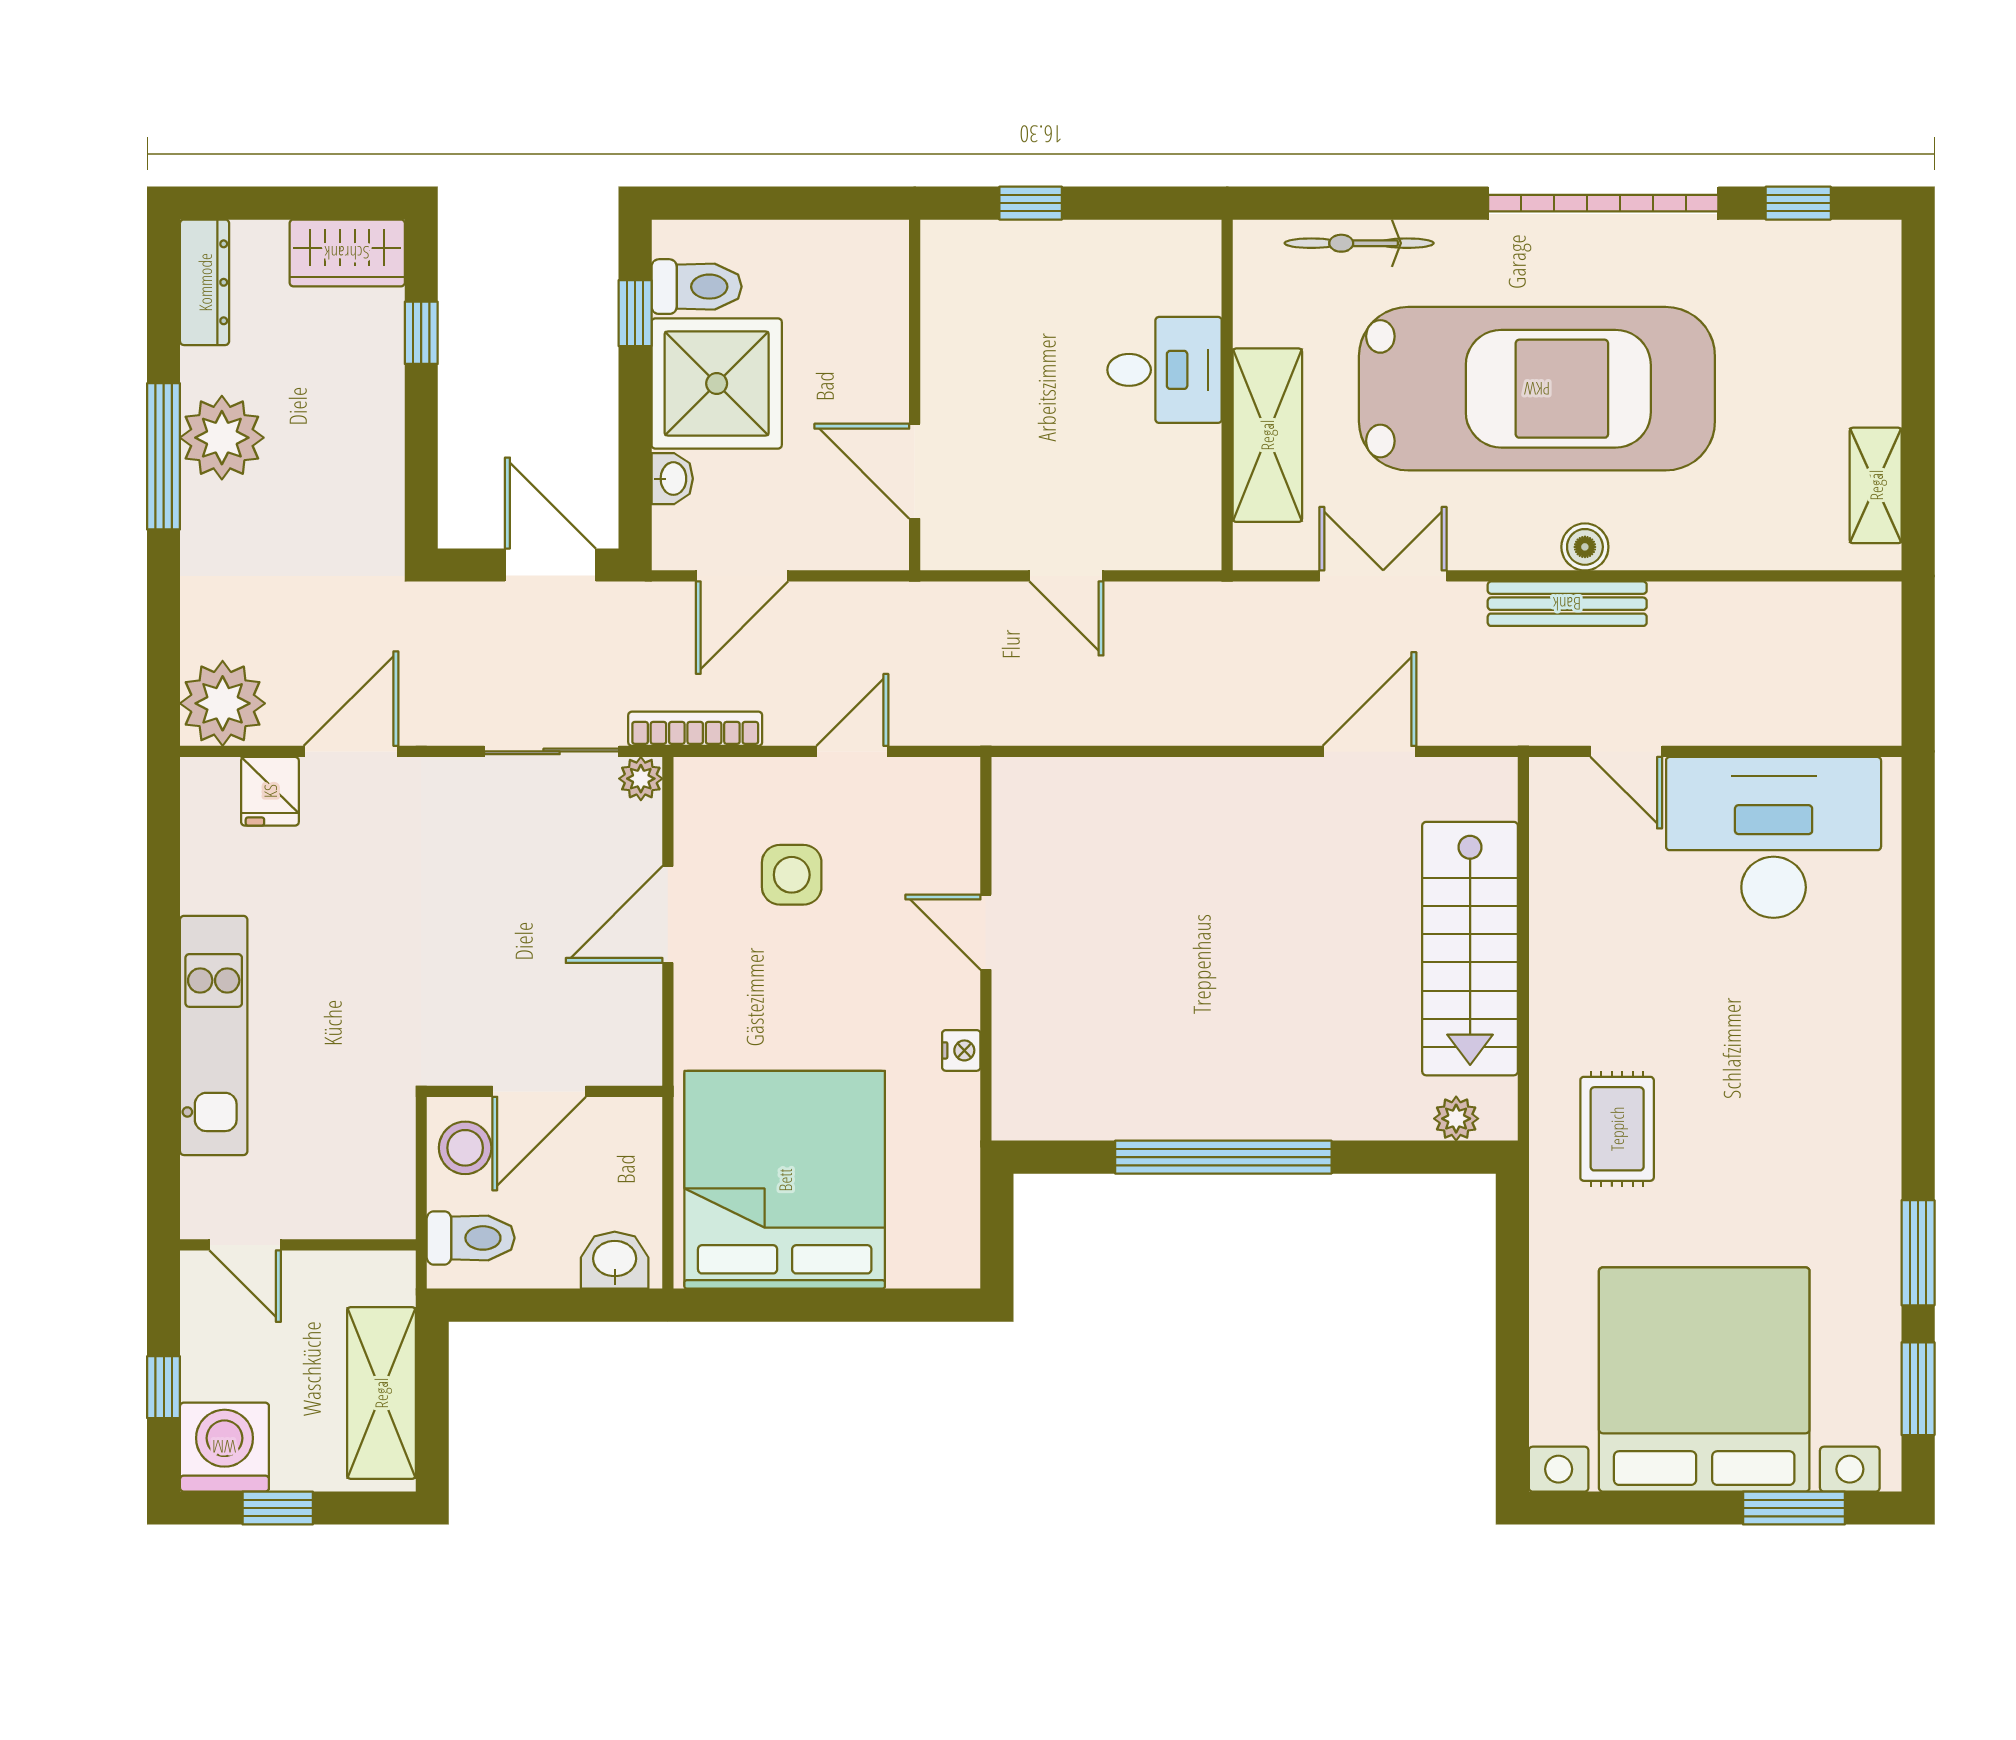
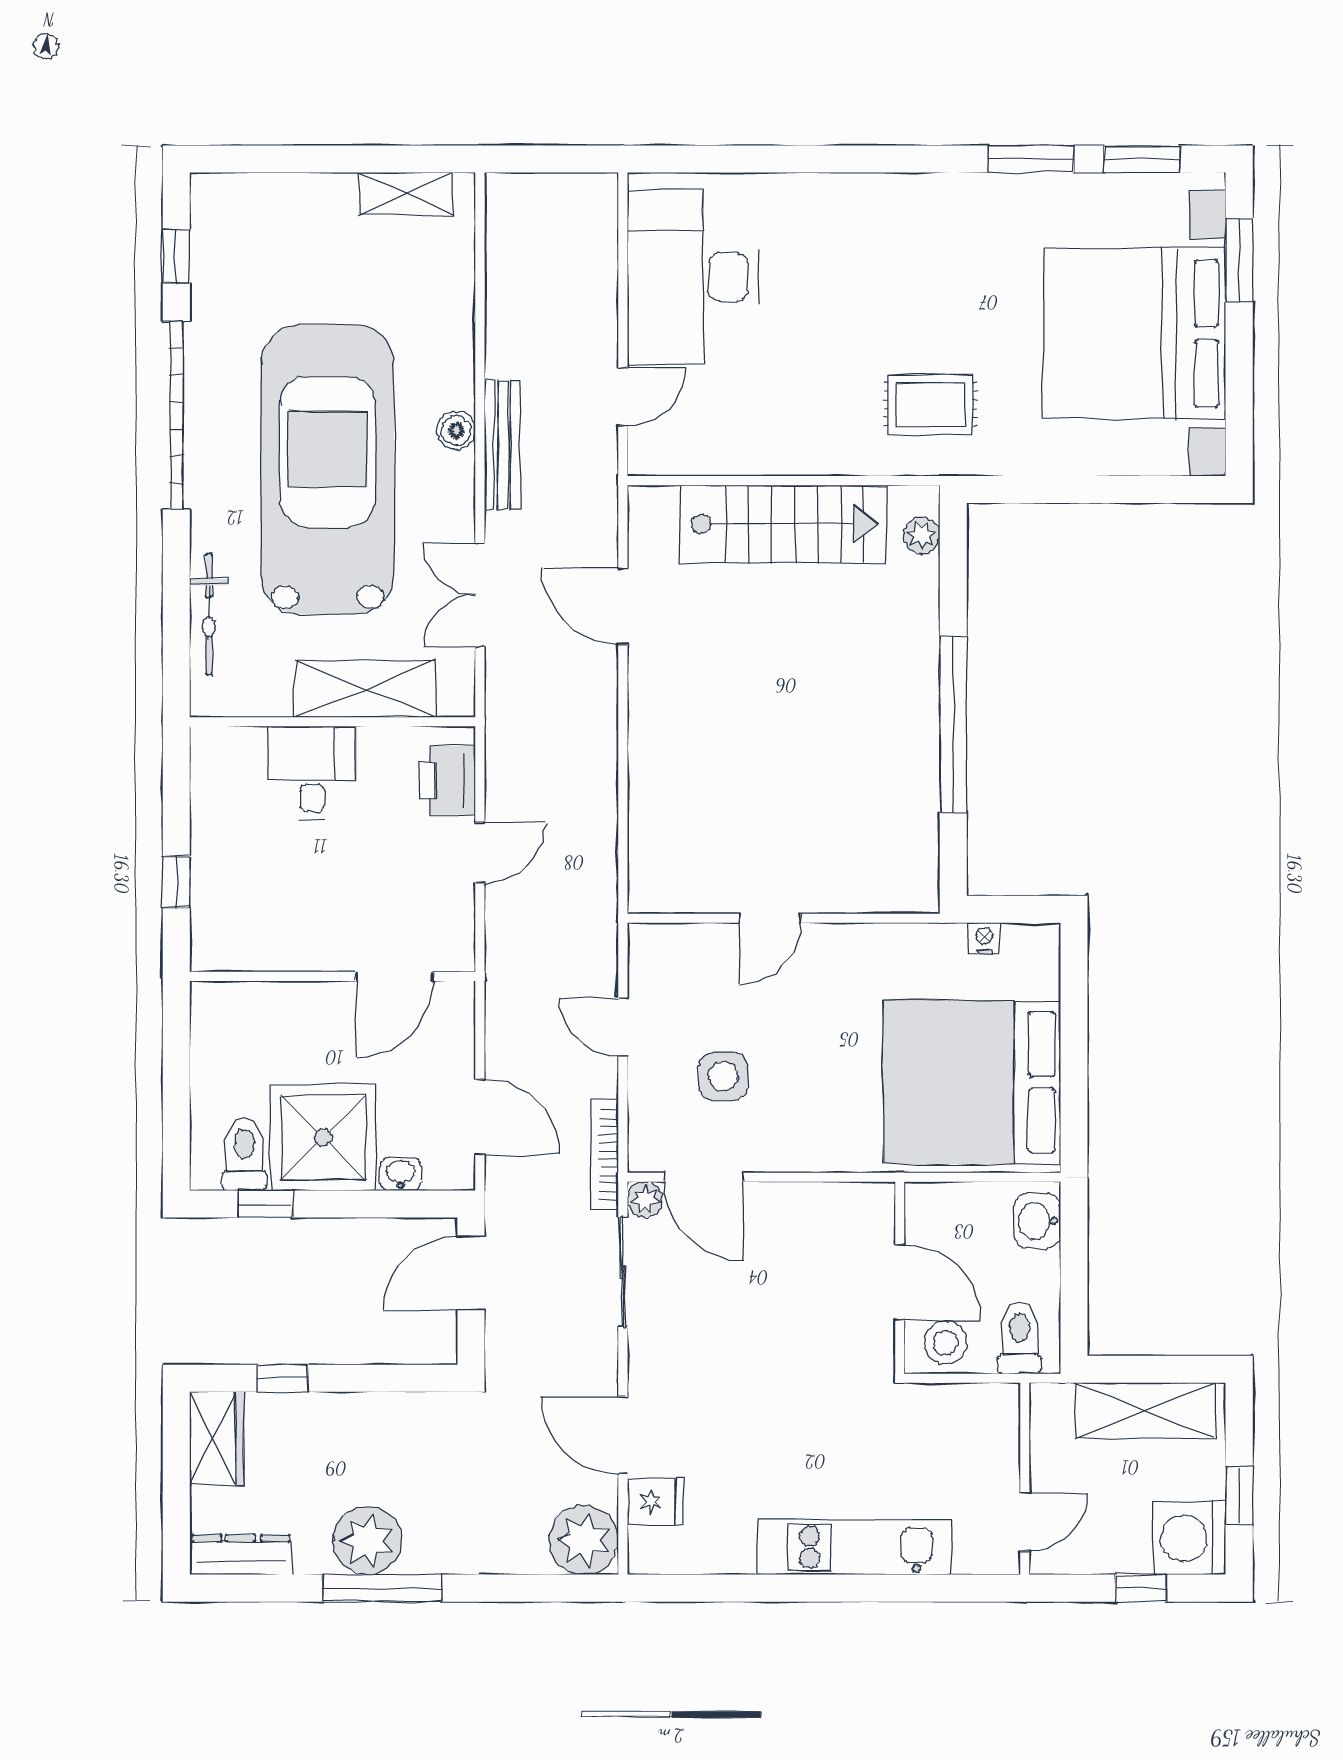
printer: (1155, 536) -> (447, 780), added
door: (668, 915) -> (704, 1177), moved
nightstand: (961, 1050) -> (984, 938), moved

